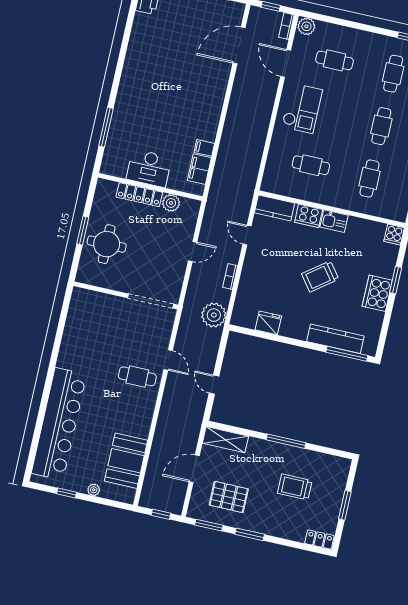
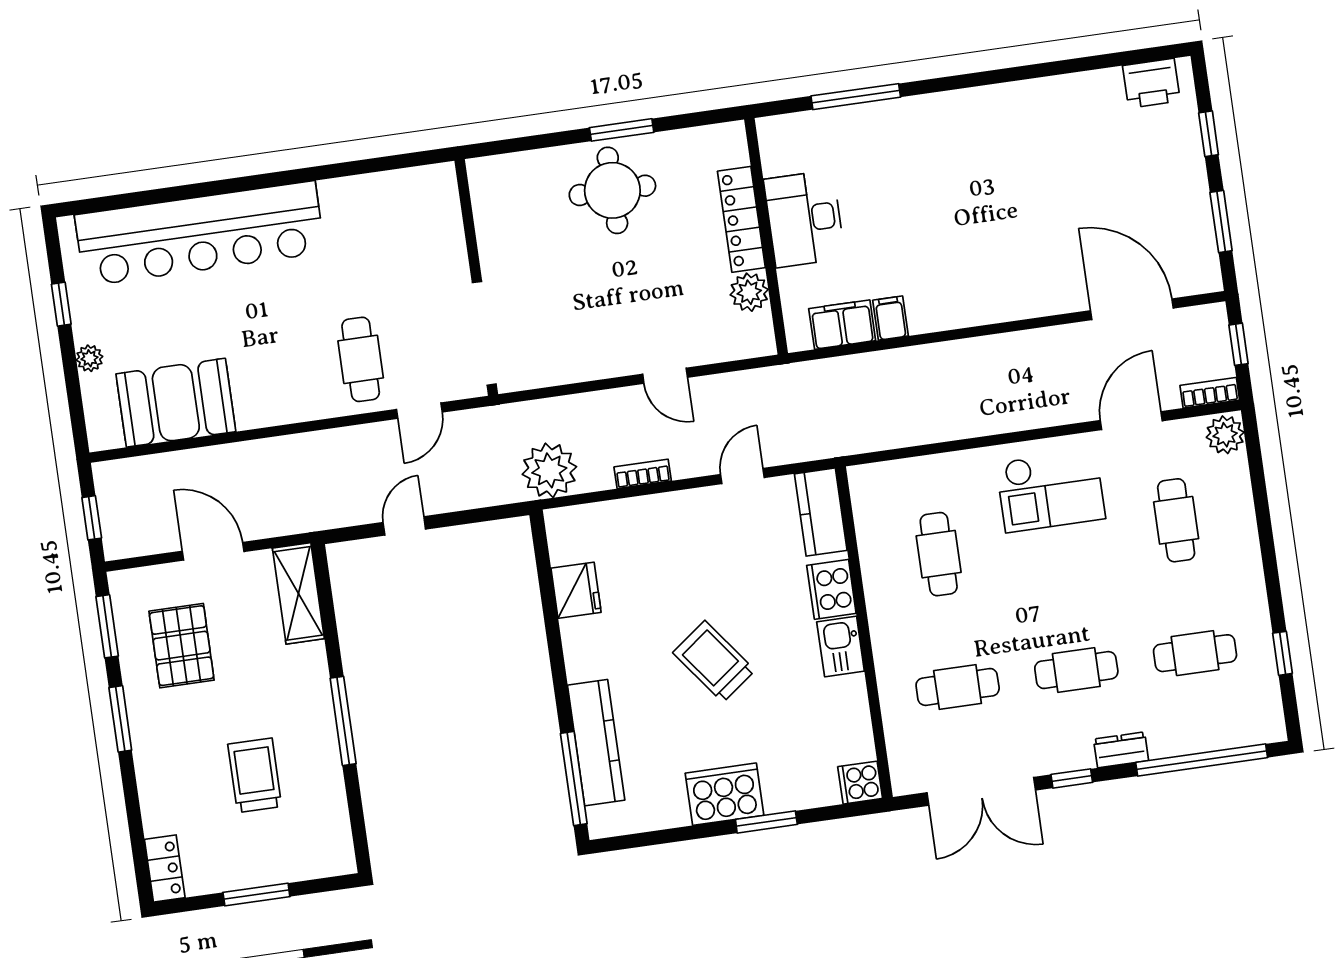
wall: (126, 295) -> (476, 277), moved
doorway: (150, 301) -> (484, 333), moved

